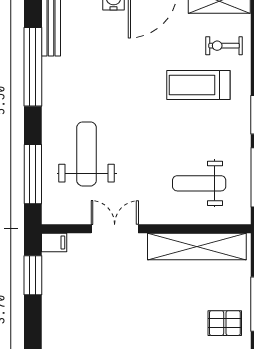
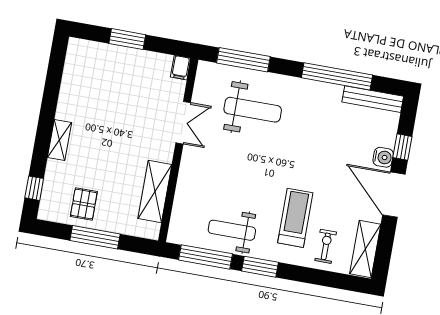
weight bench: (199, 183) -> (232, 230), moved, turned -90
shelving: (197, 247) -> (155, 191), width x0.68
window: (33, 275) -> (127, 39), moved

